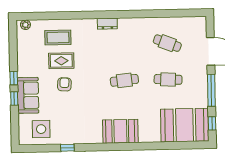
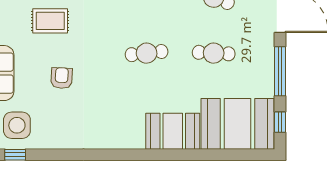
armchair: (64, 84) -> (62, 78), moved
booth: (120, 131) -> (173, 131), moved
window: (67, 148) -> (15, 155), moved

